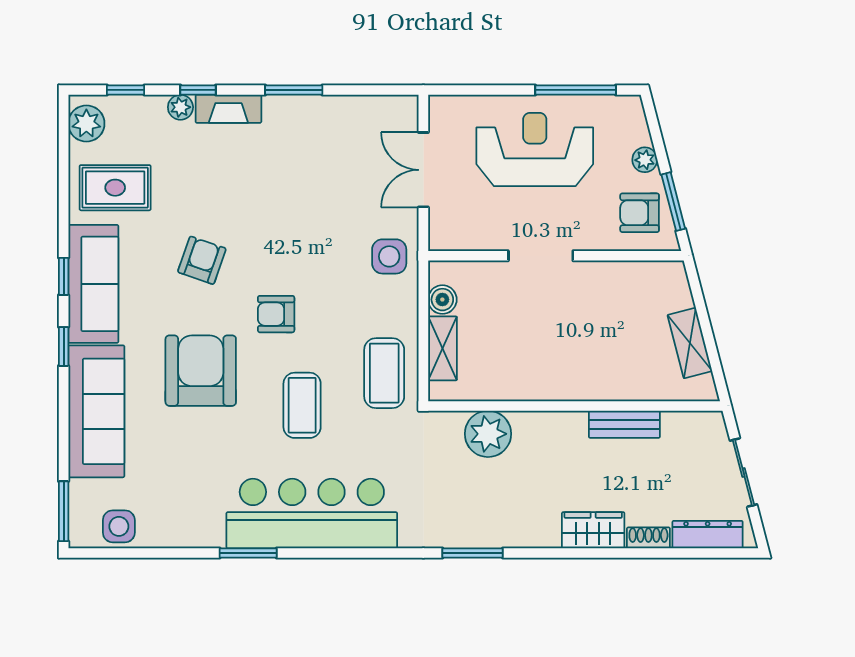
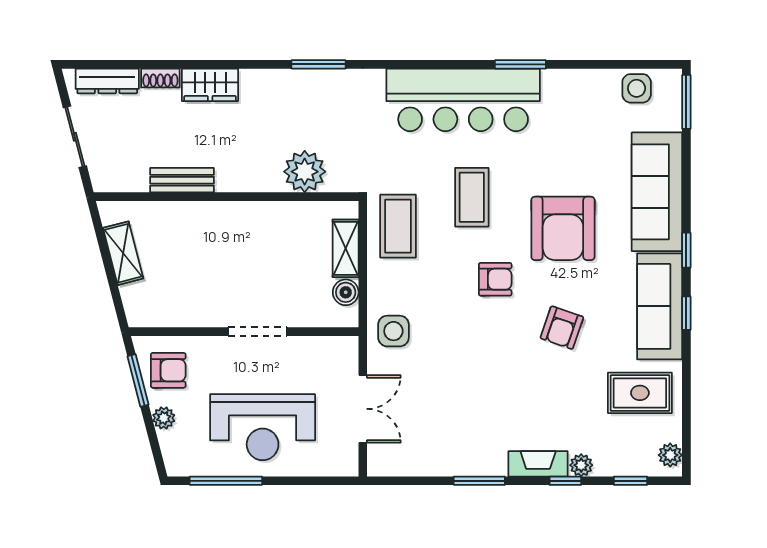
plant: (86, 124) -> (670, 455), width x0.73, depth x0.73

